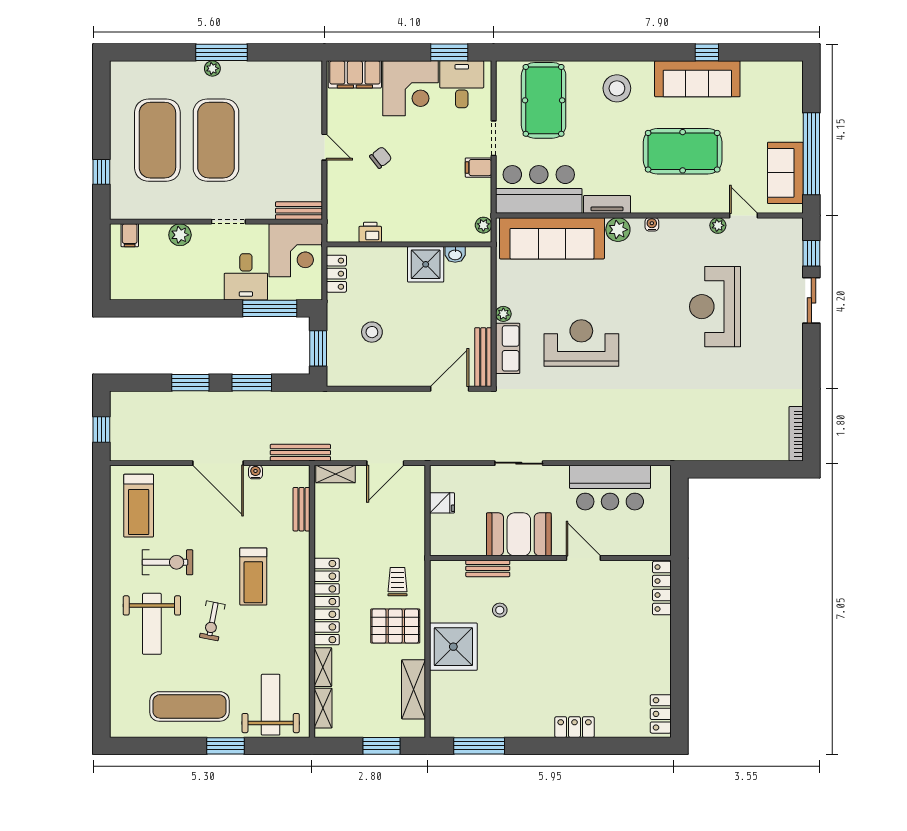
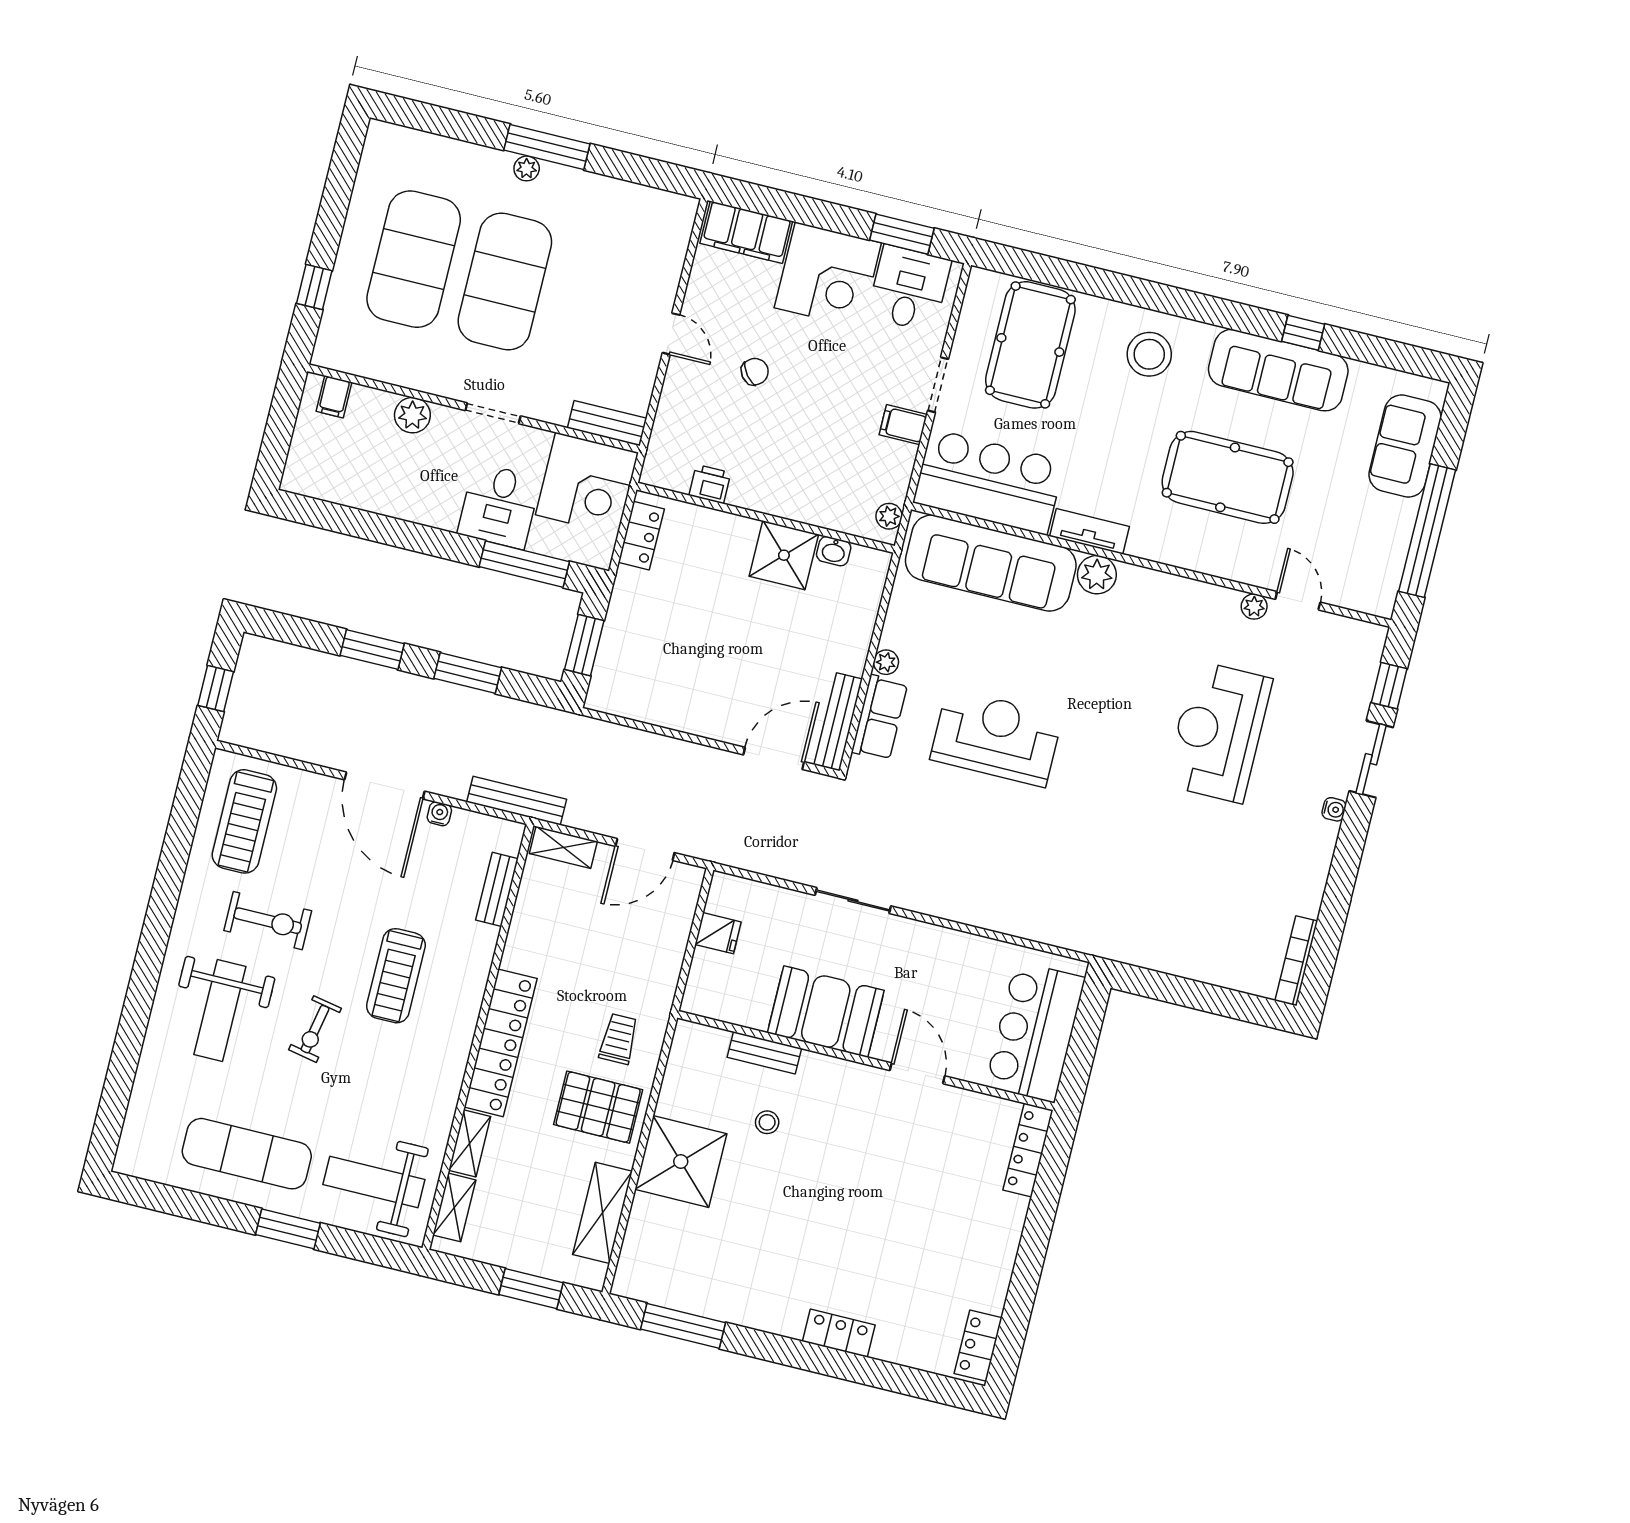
sofa: (785, 173) -> (1405, 446), moved
water cooler: (652, 224) -> (1334, 809), moved, turned 90
stool: (372, 332) -> (674, 640), removed
bar counter: (610, 488) -> (1035, 1032), moved, turned 90
weight bench: (271, 705) -> (374, 1182), turned -90

